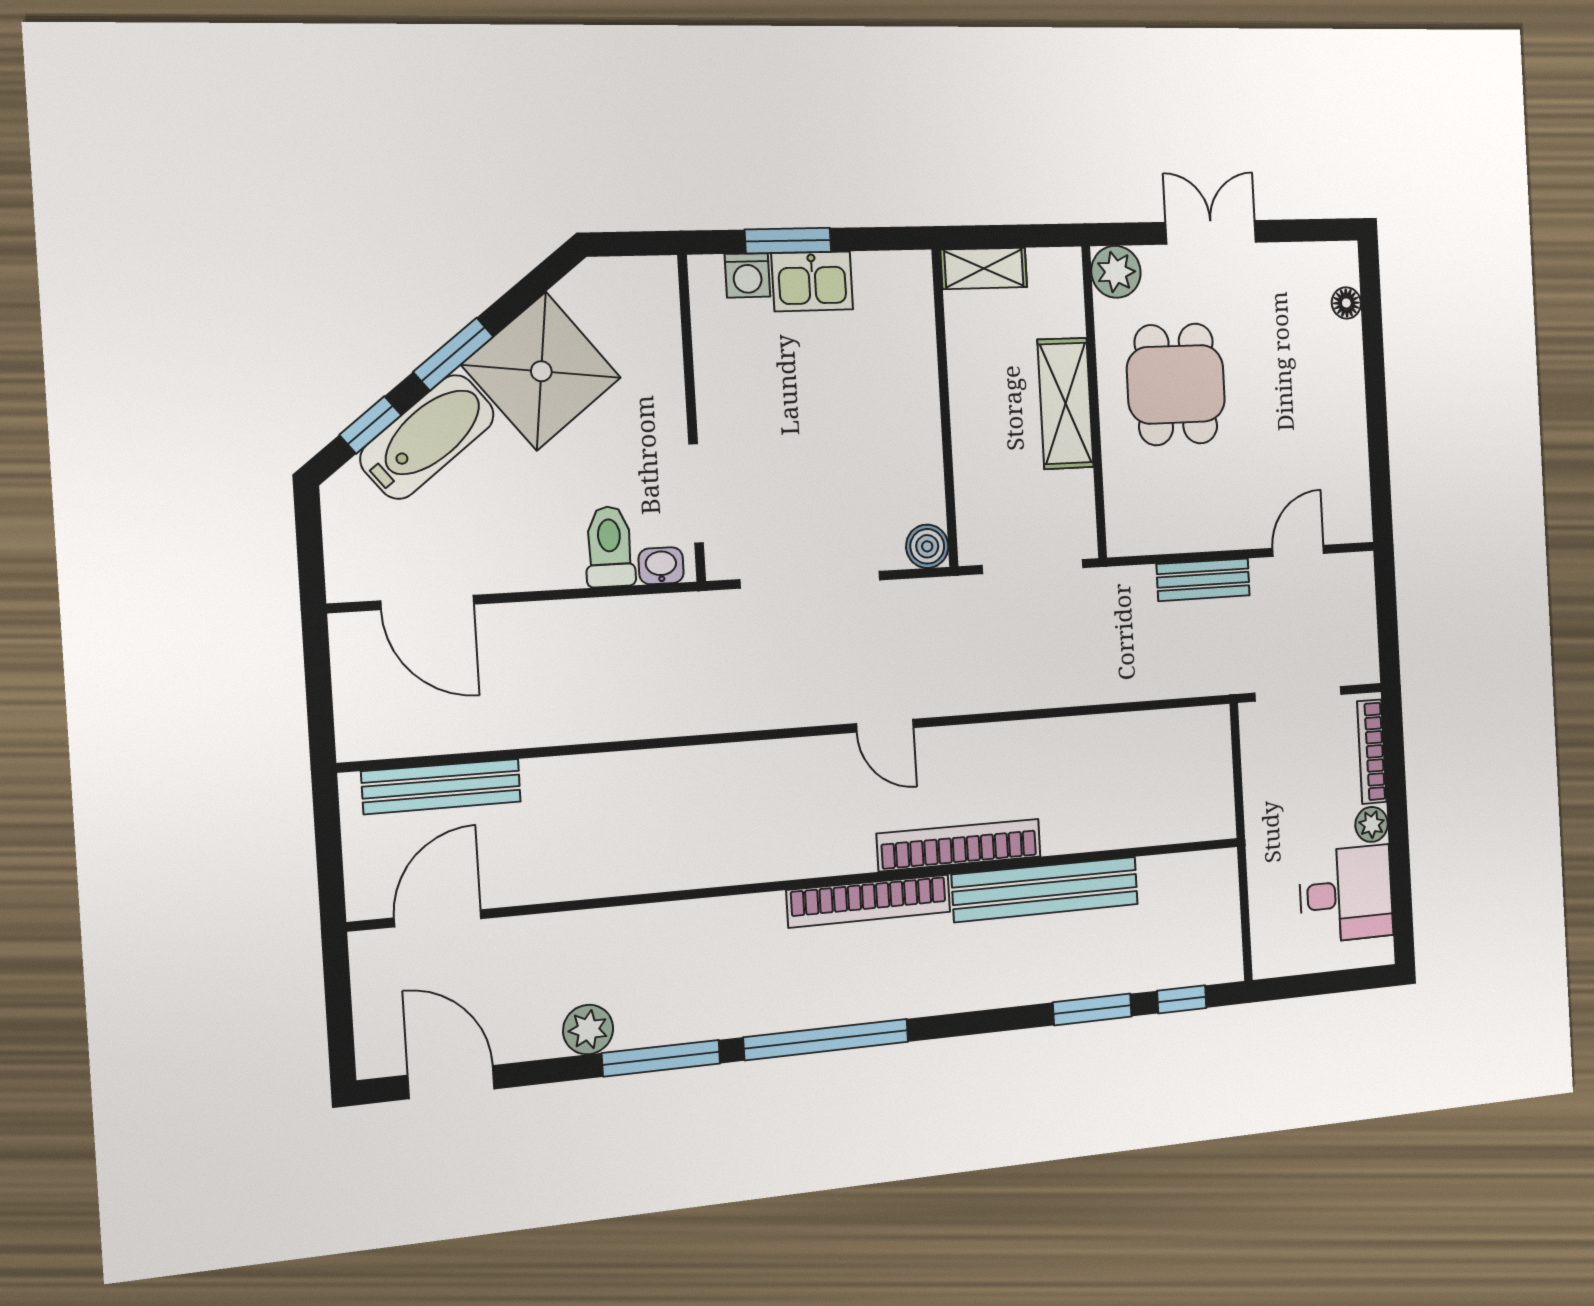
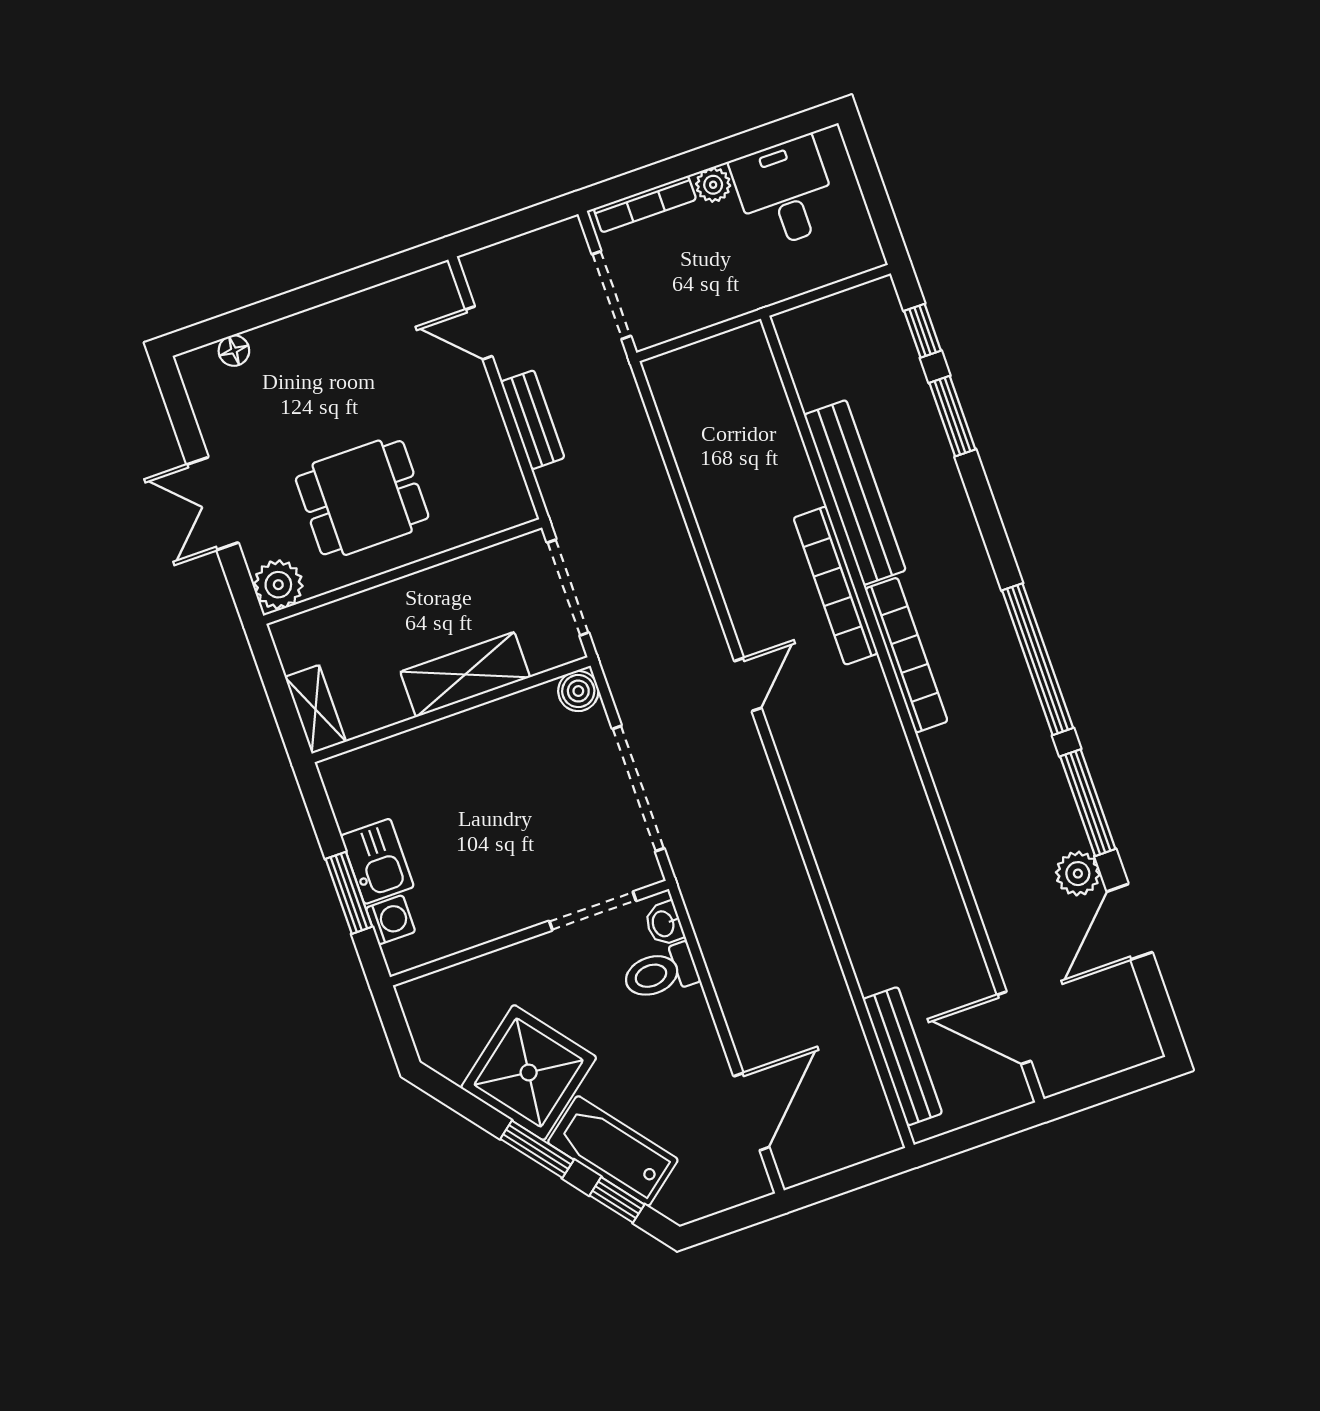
shelving: (1065, 403) -> (465, 675), moved
door: (451, 1082) -> (1130, 922), moved

